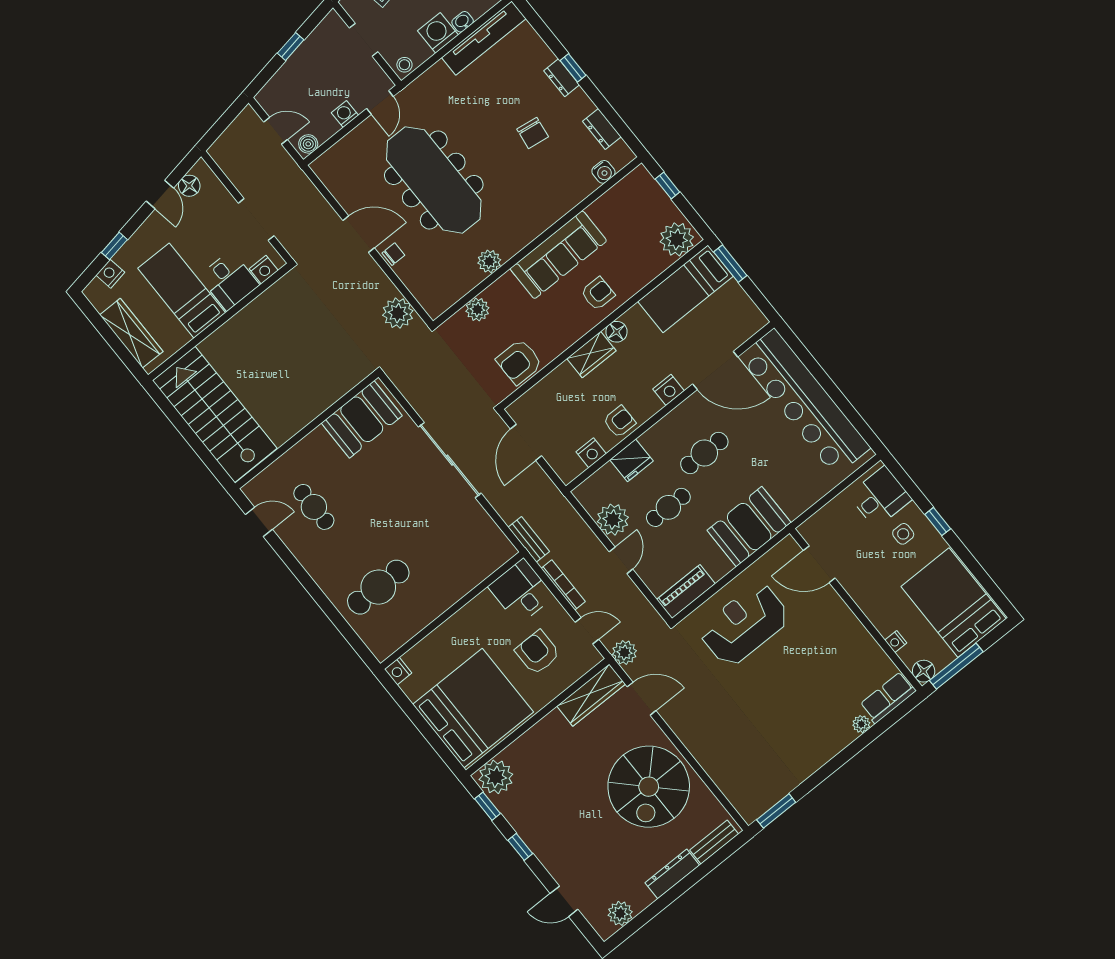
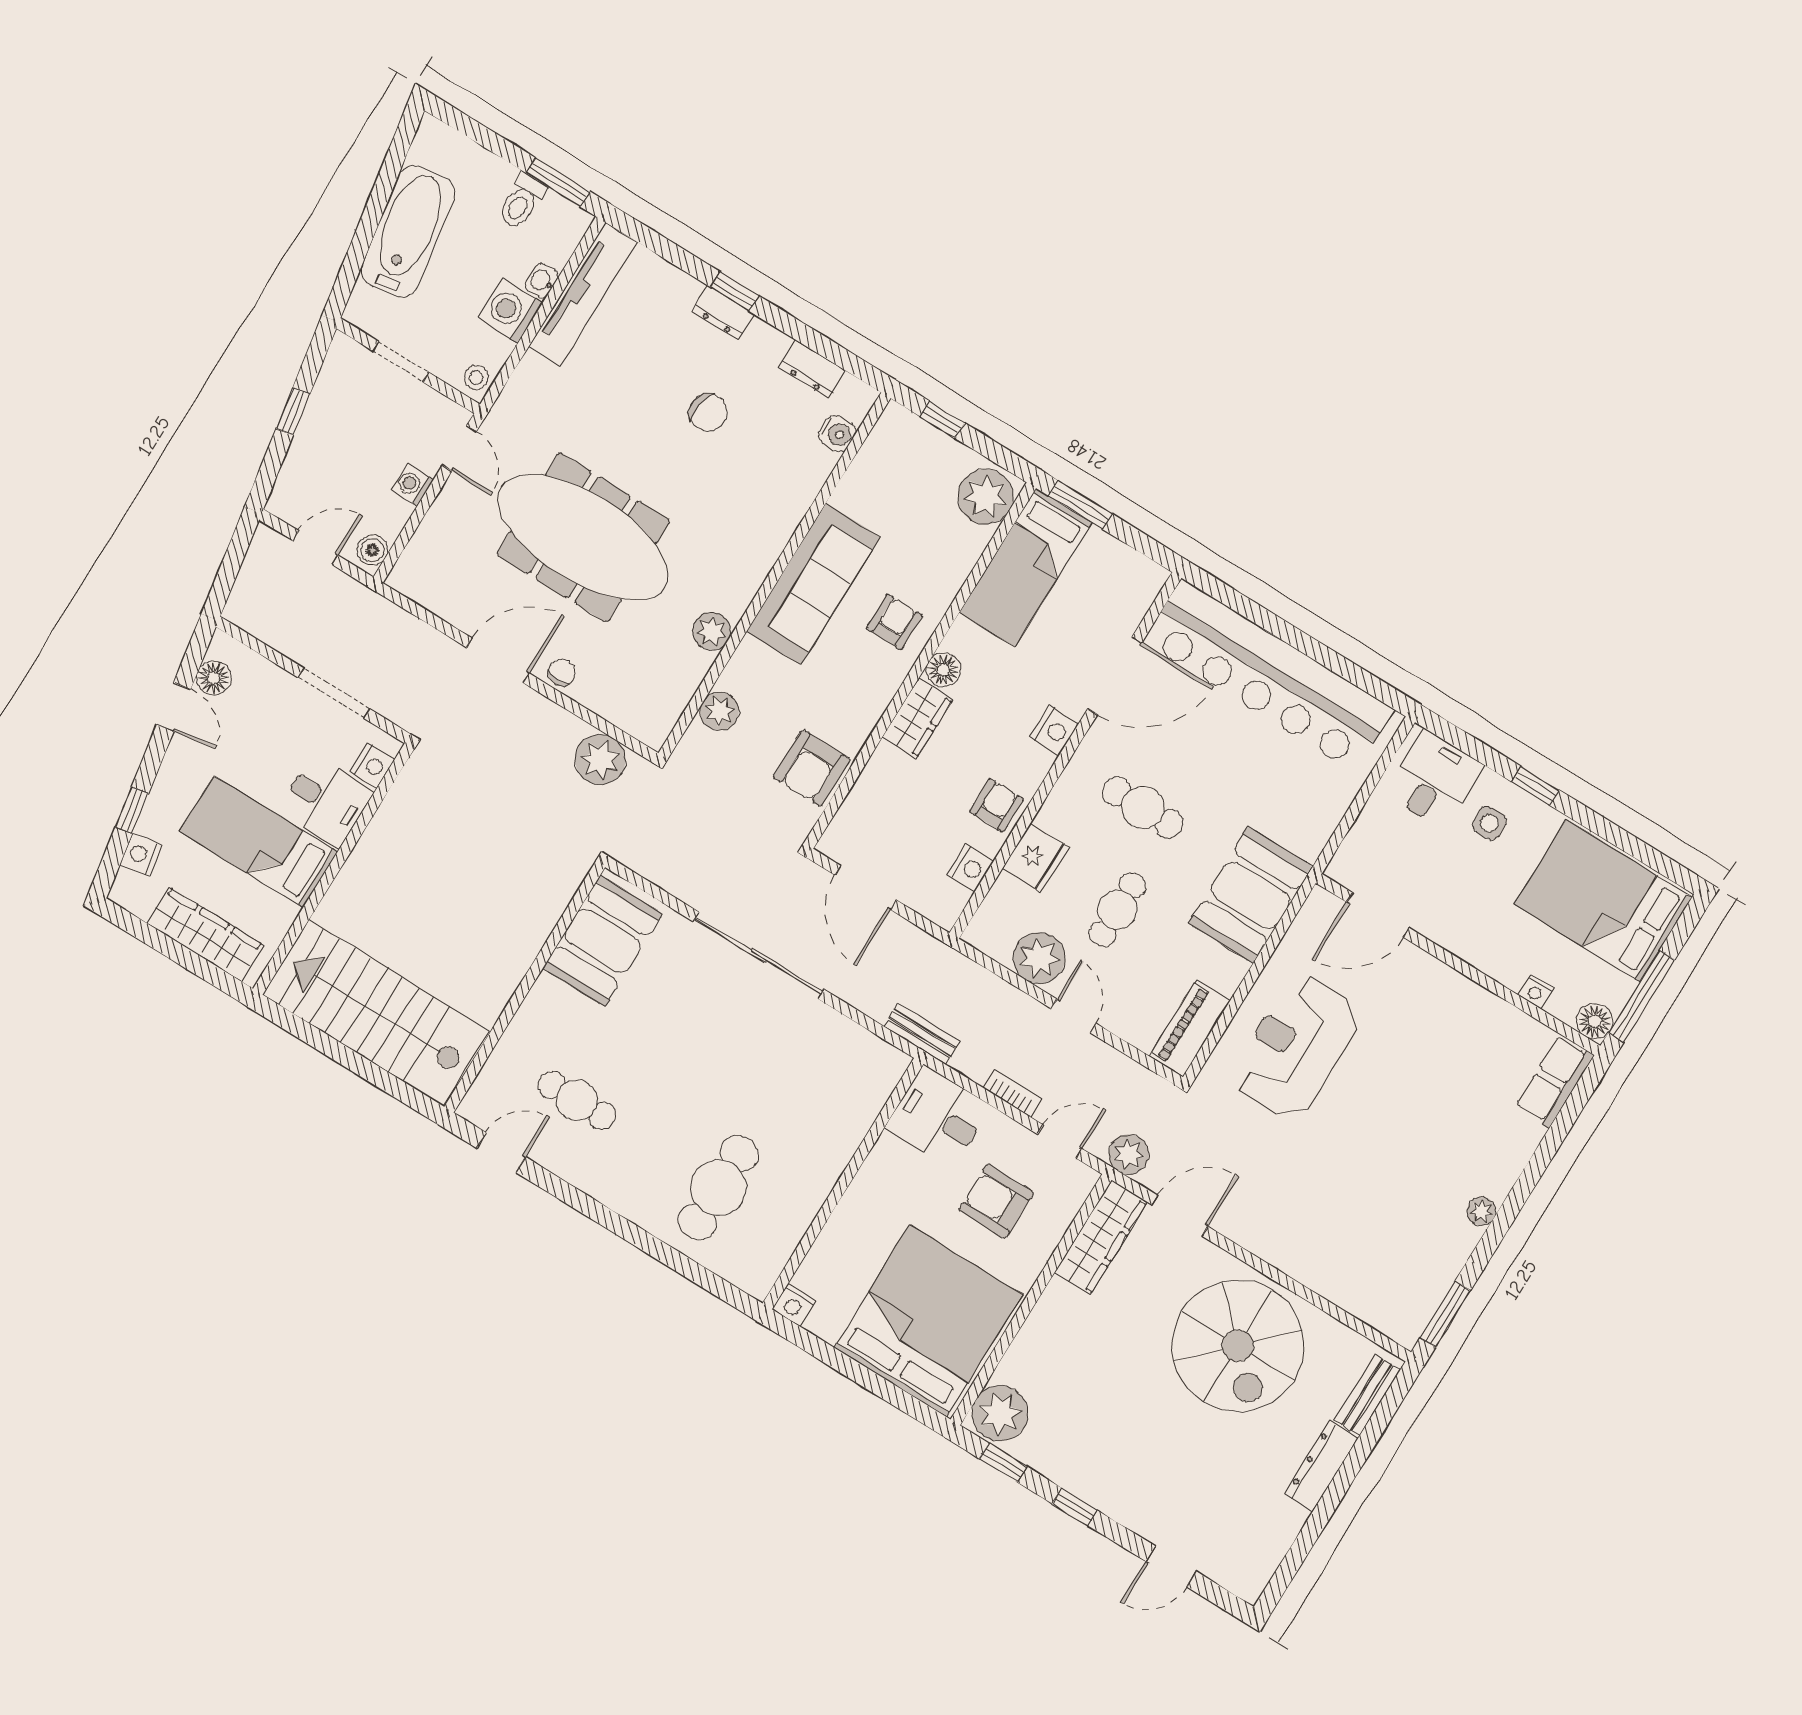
cafe table: (704, 453) -> (1143, 807), turned 90
bookcase: (563, 585) -> (1012, 1093), width x0.64
plant: (861, 724) -> (1482, 1211), moved
plant: (620, 913) -> (1263, 1554), removed

